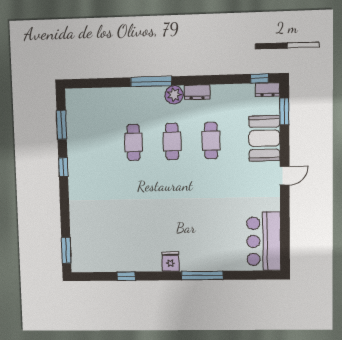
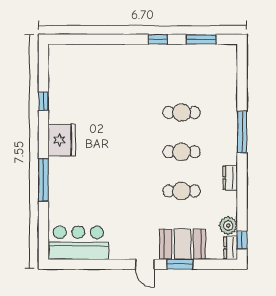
plant: (174, 95) -> (228, 226), moved
window: (284, 111) -> (180, 264), moved
window: (66, 250) -> (71, 39), removed
fridge: (171, 262) -> (62, 140), width x1.88, depth x1.34

